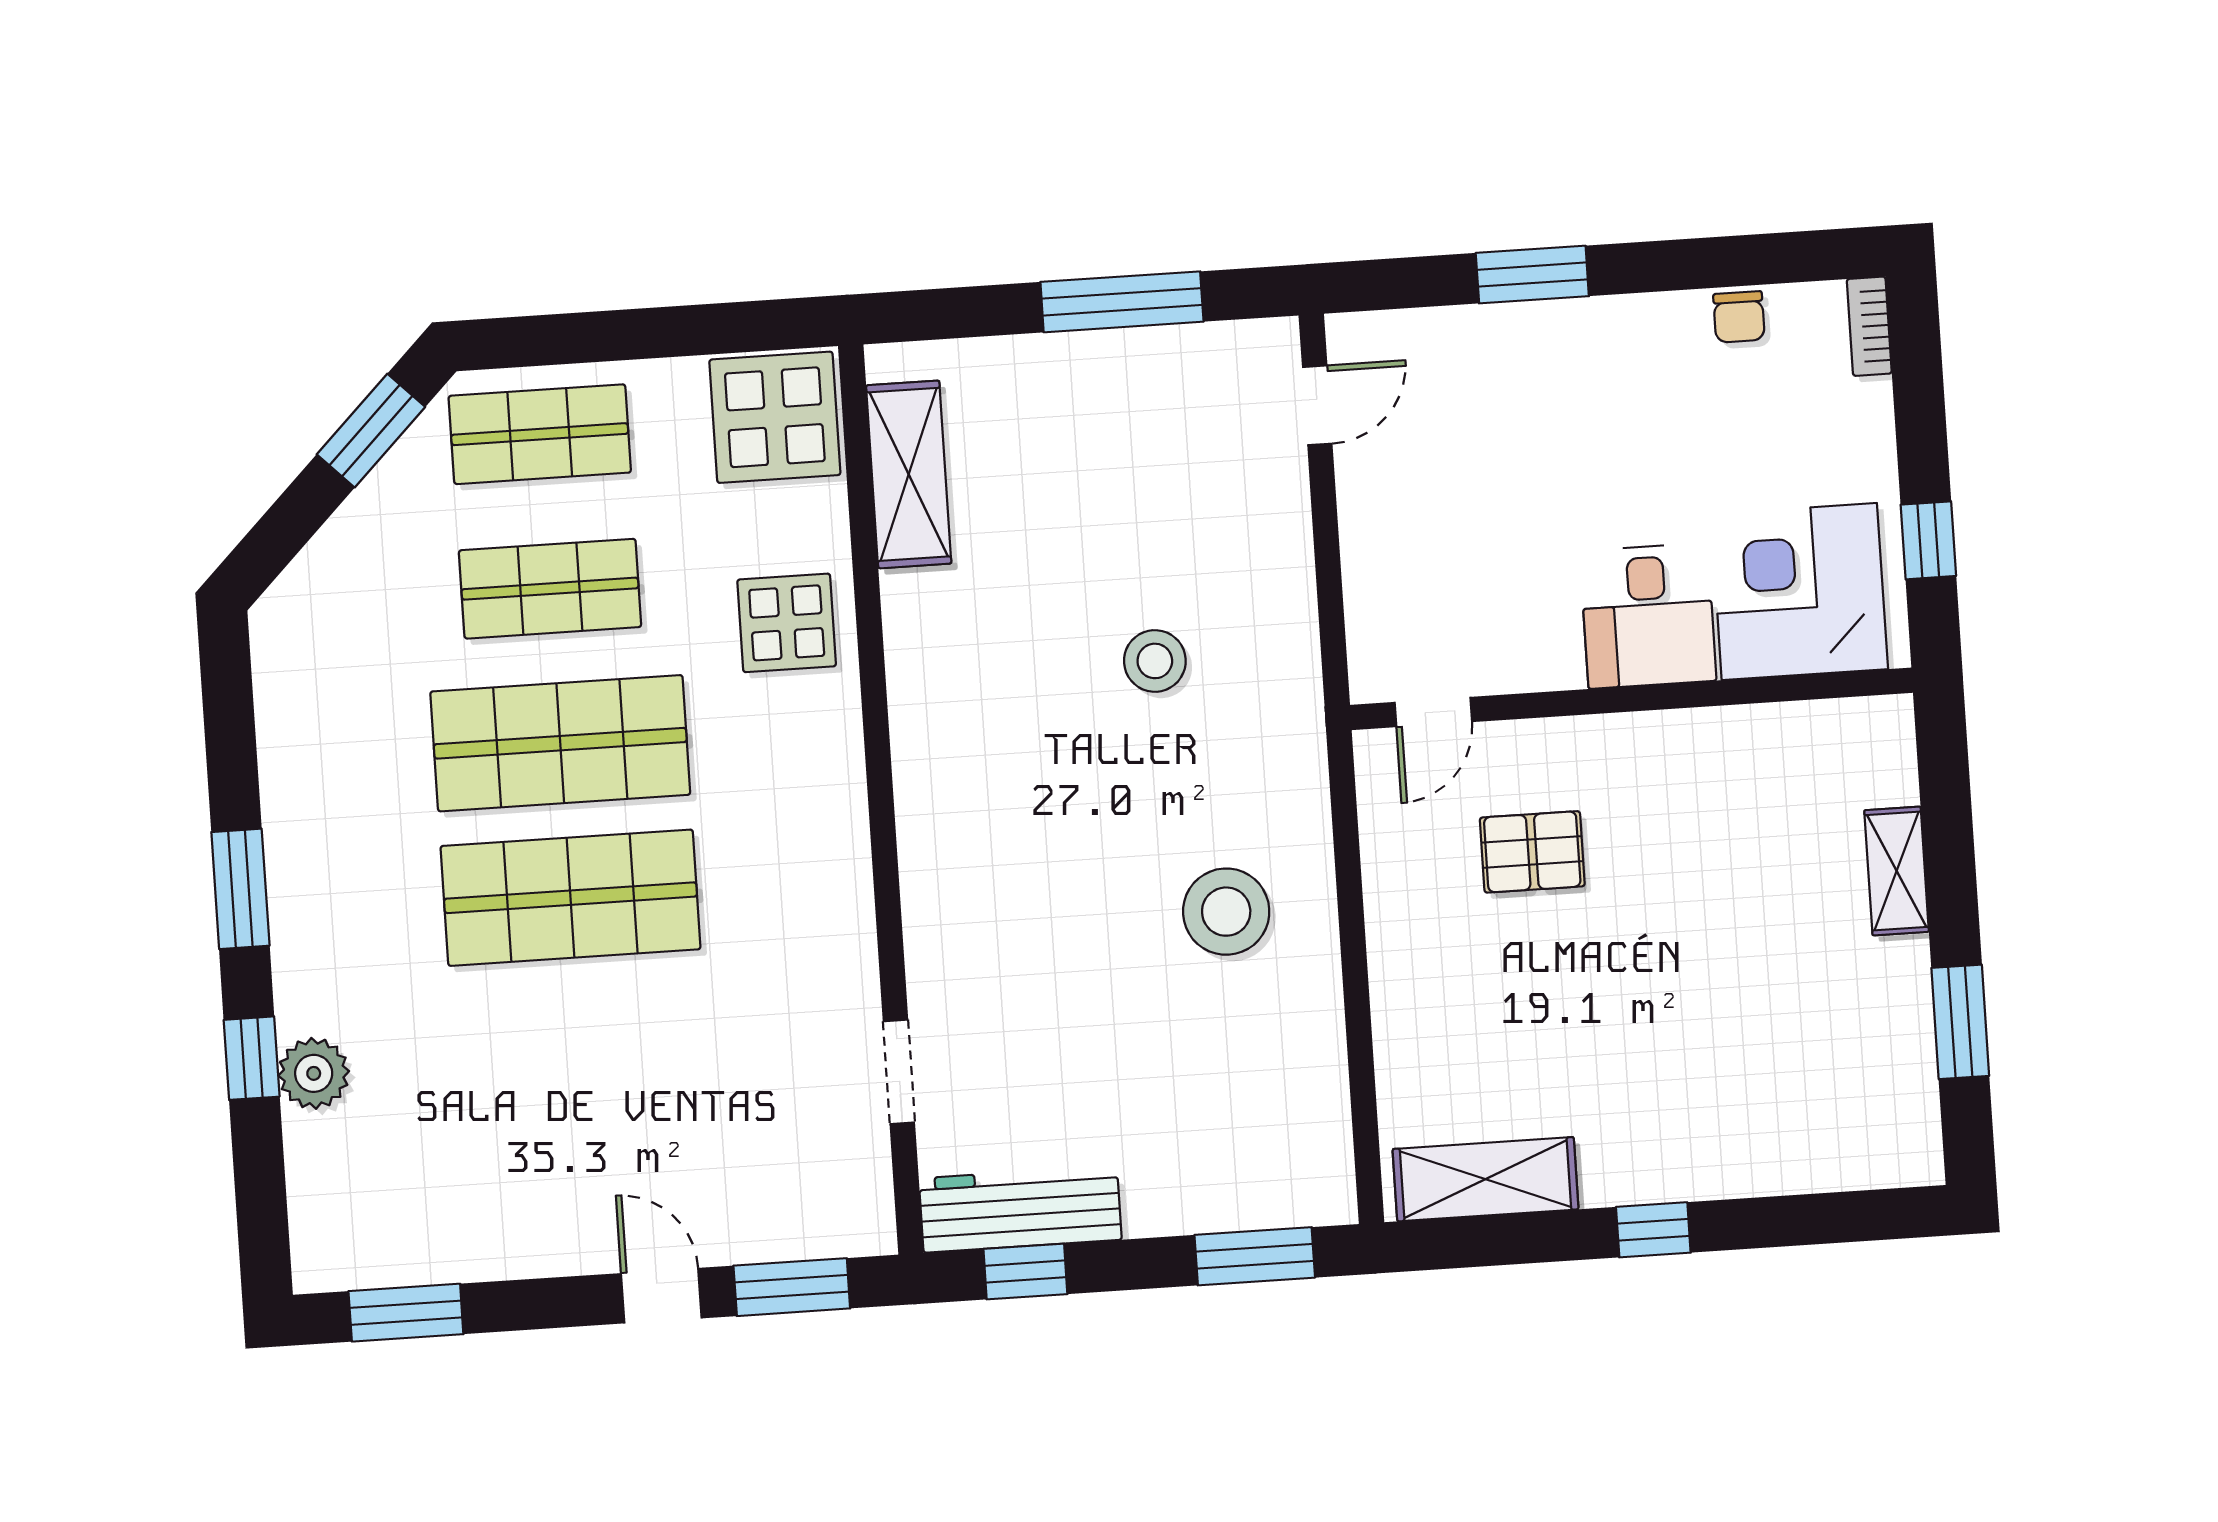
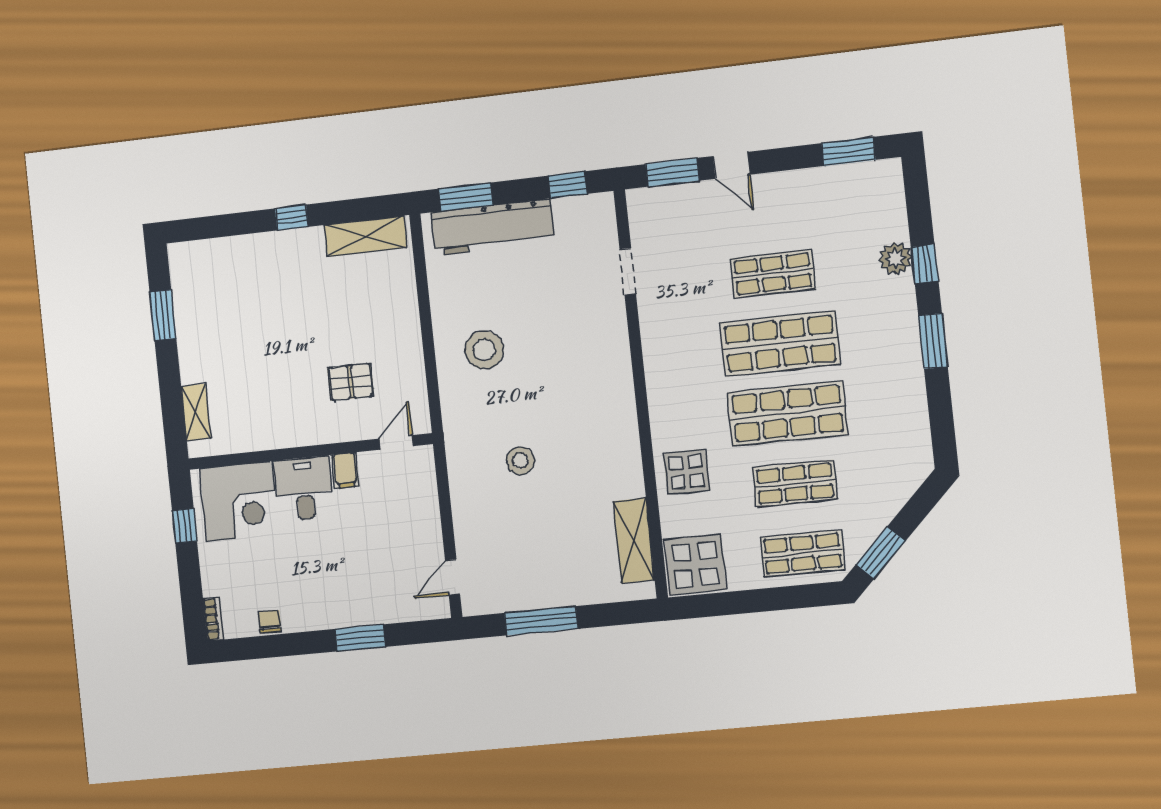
filing cabinet: (1552, 653) -> (345, 470), added
shelving: (1897, 871) -> (196, 412), moved
shop shelf: (581, 1052) -> (773, 274), added
workbench: (1020, 1209) -> (492, 227), moved, width x1.36, depth x1.32

